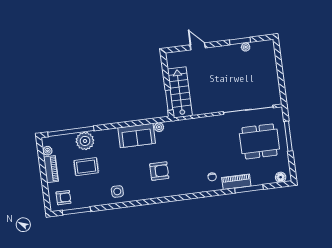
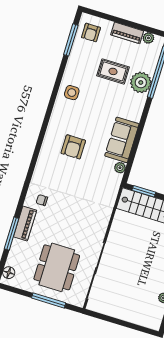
rug: (86, 167) -> (113, 71), turned 90

